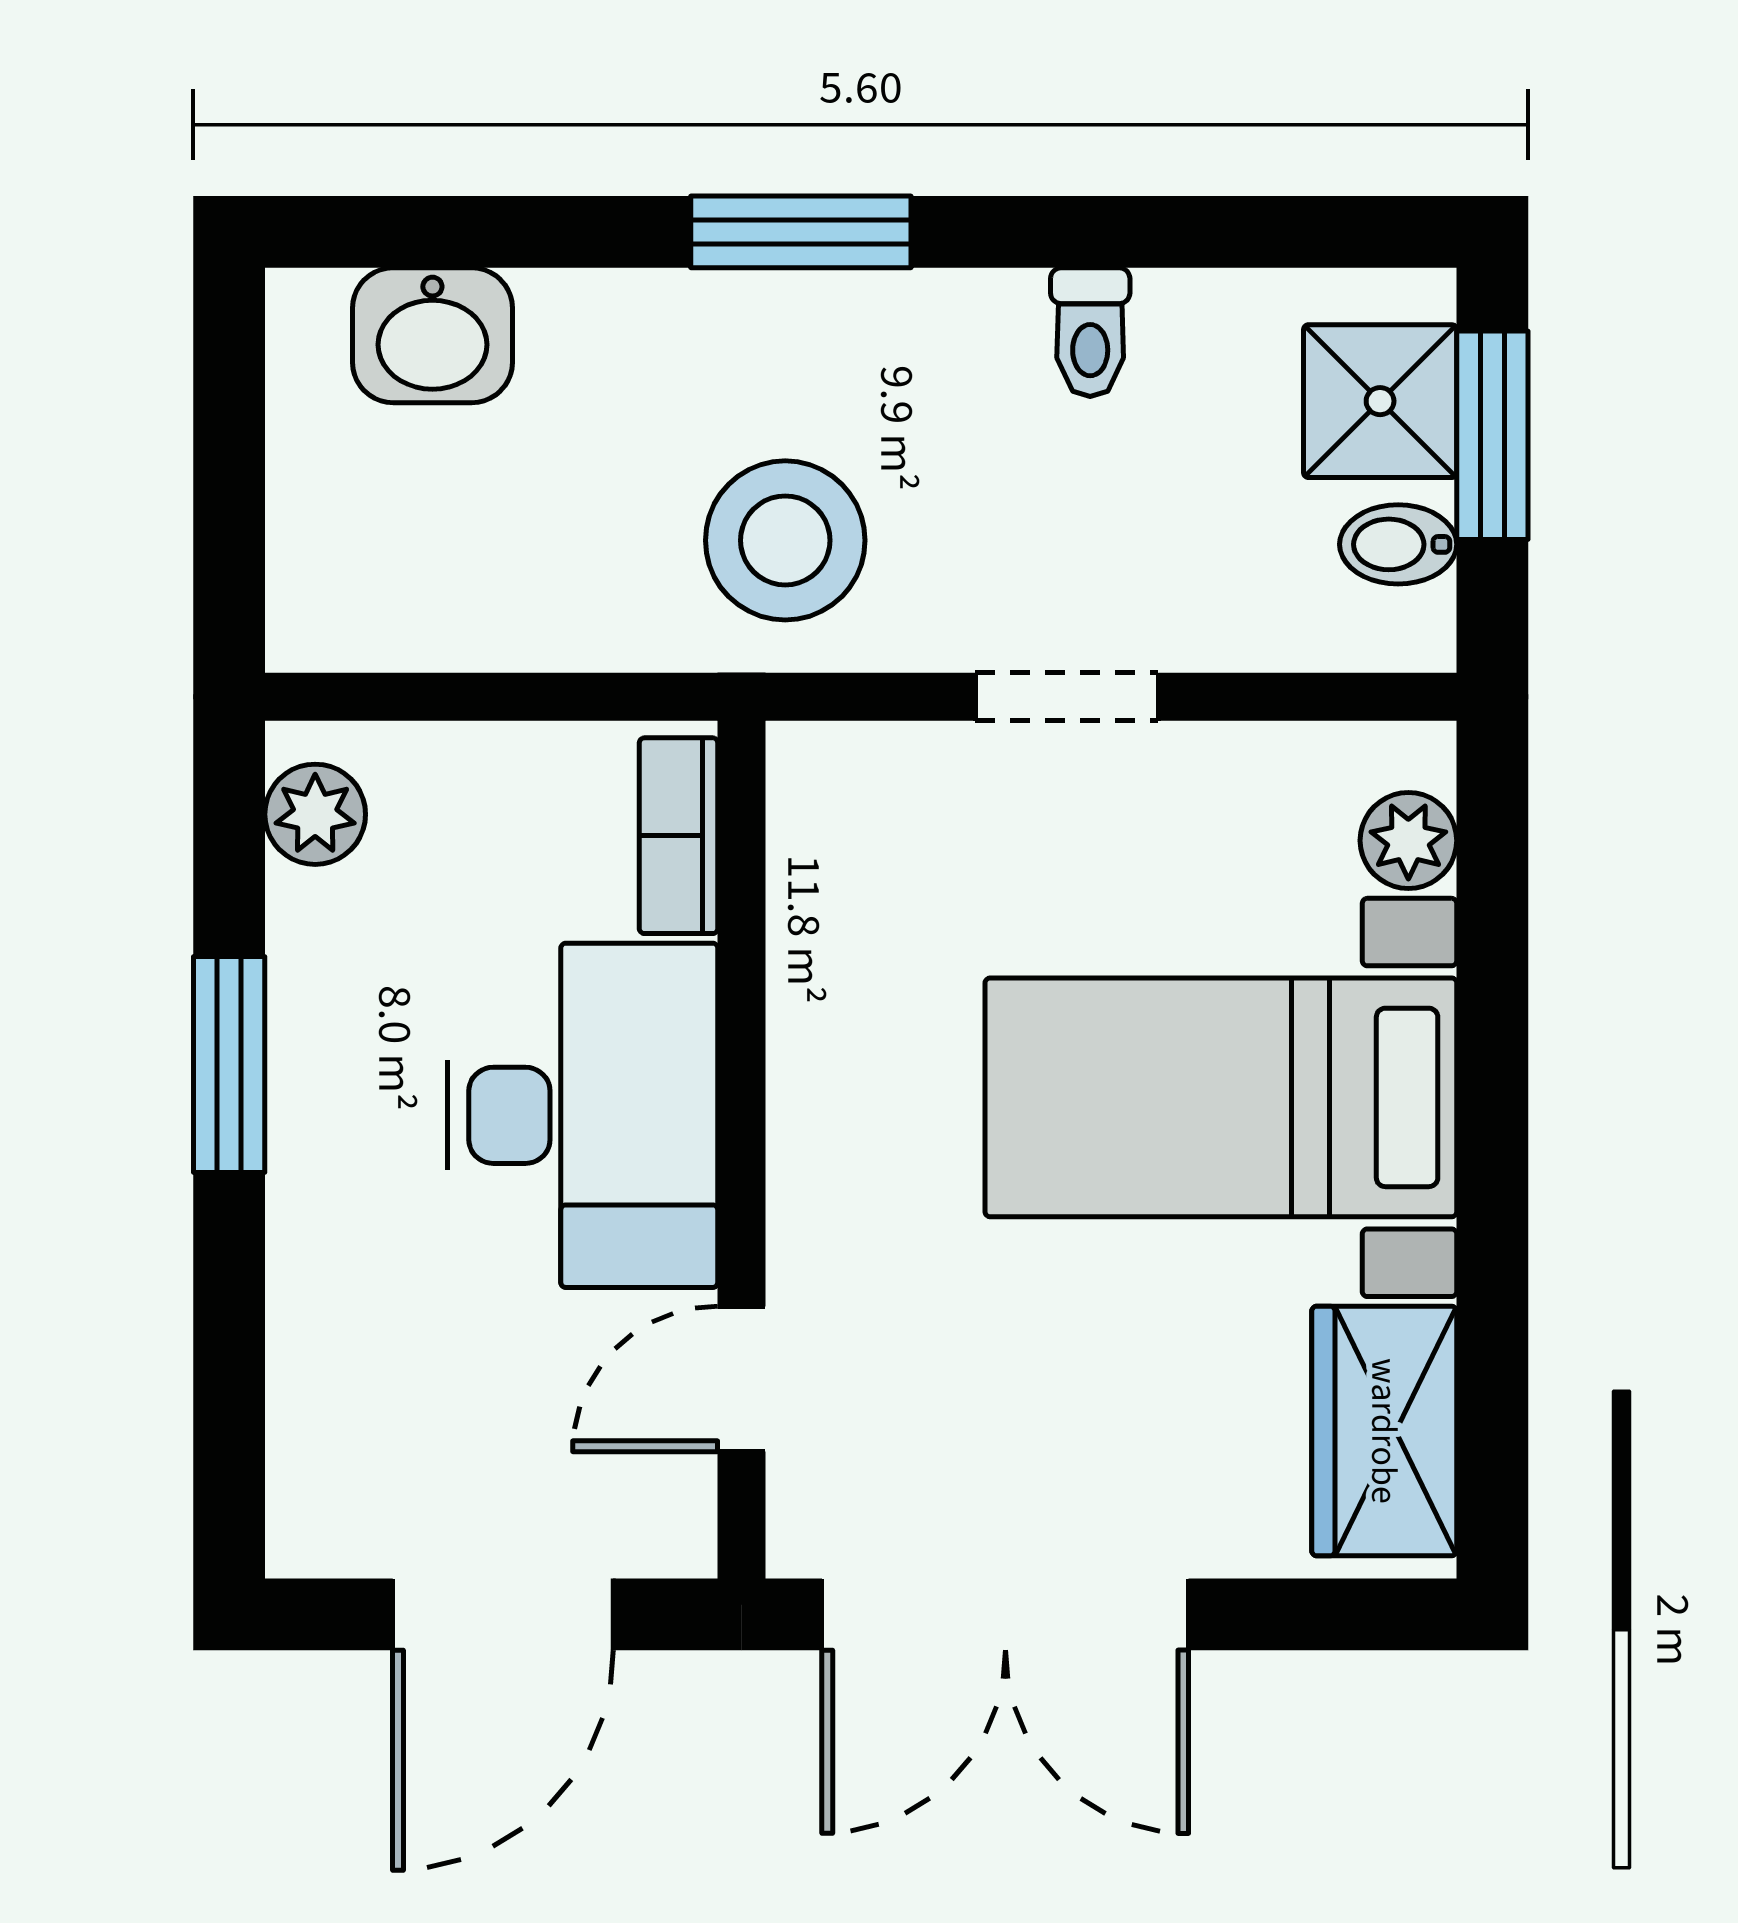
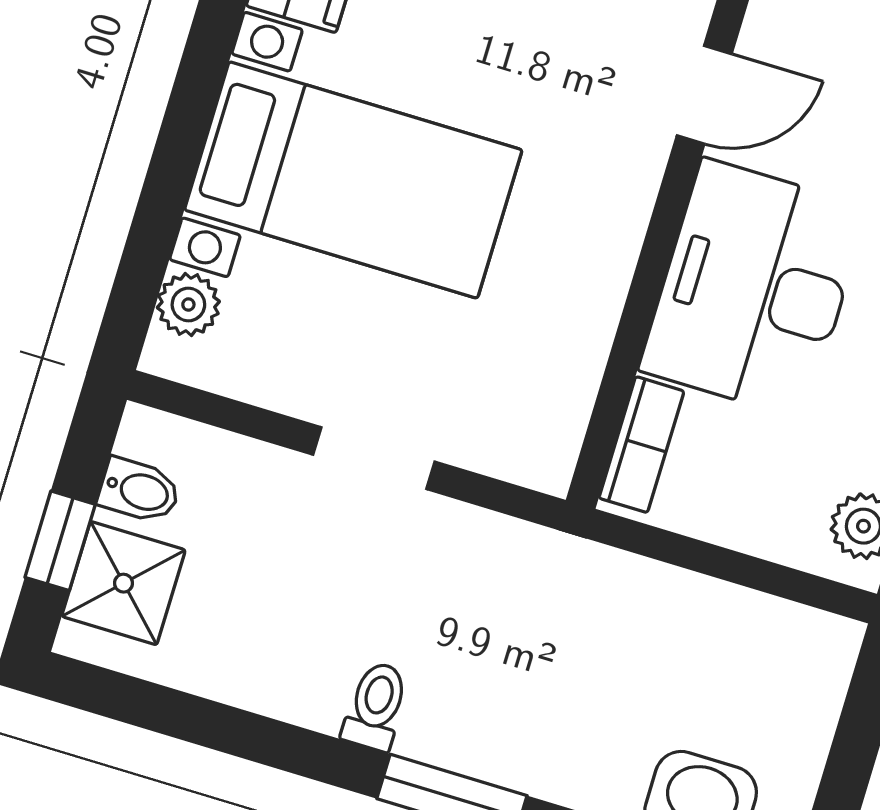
toilet: (1090, 332) -> (376, 706), moved
window: (1492, 435) -> (60, 541), width x0.67
stool: (785, 540) -> (520, 608), removed

